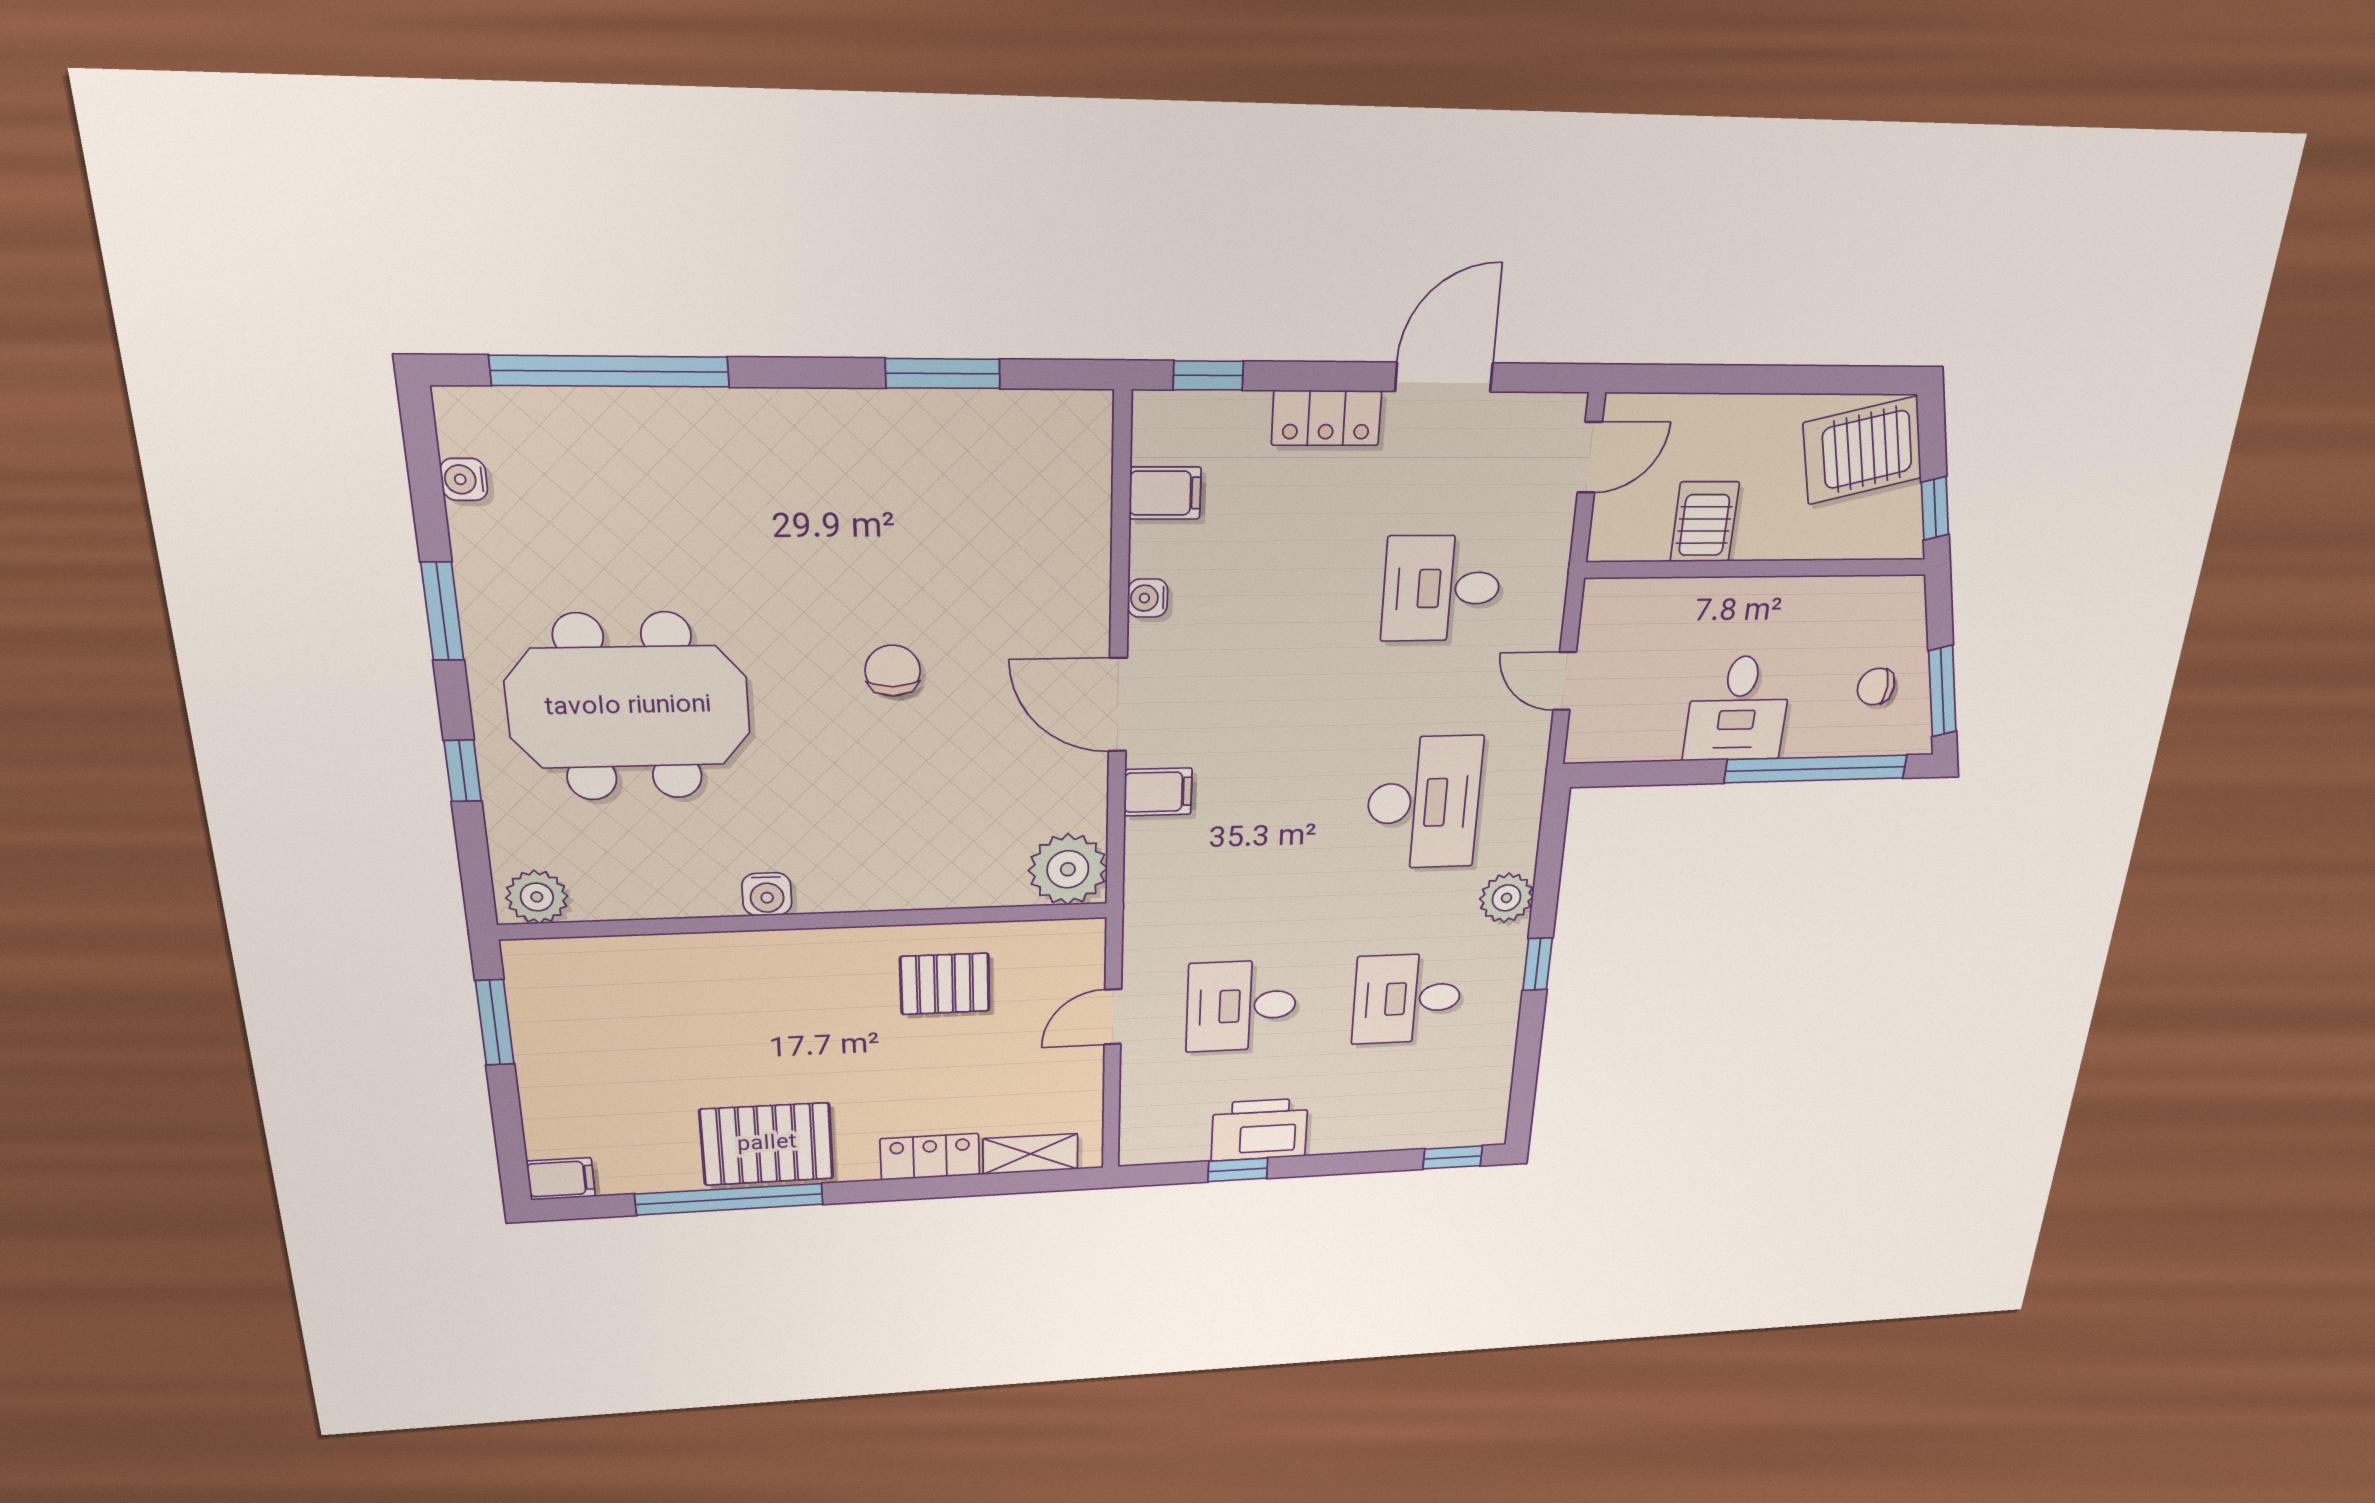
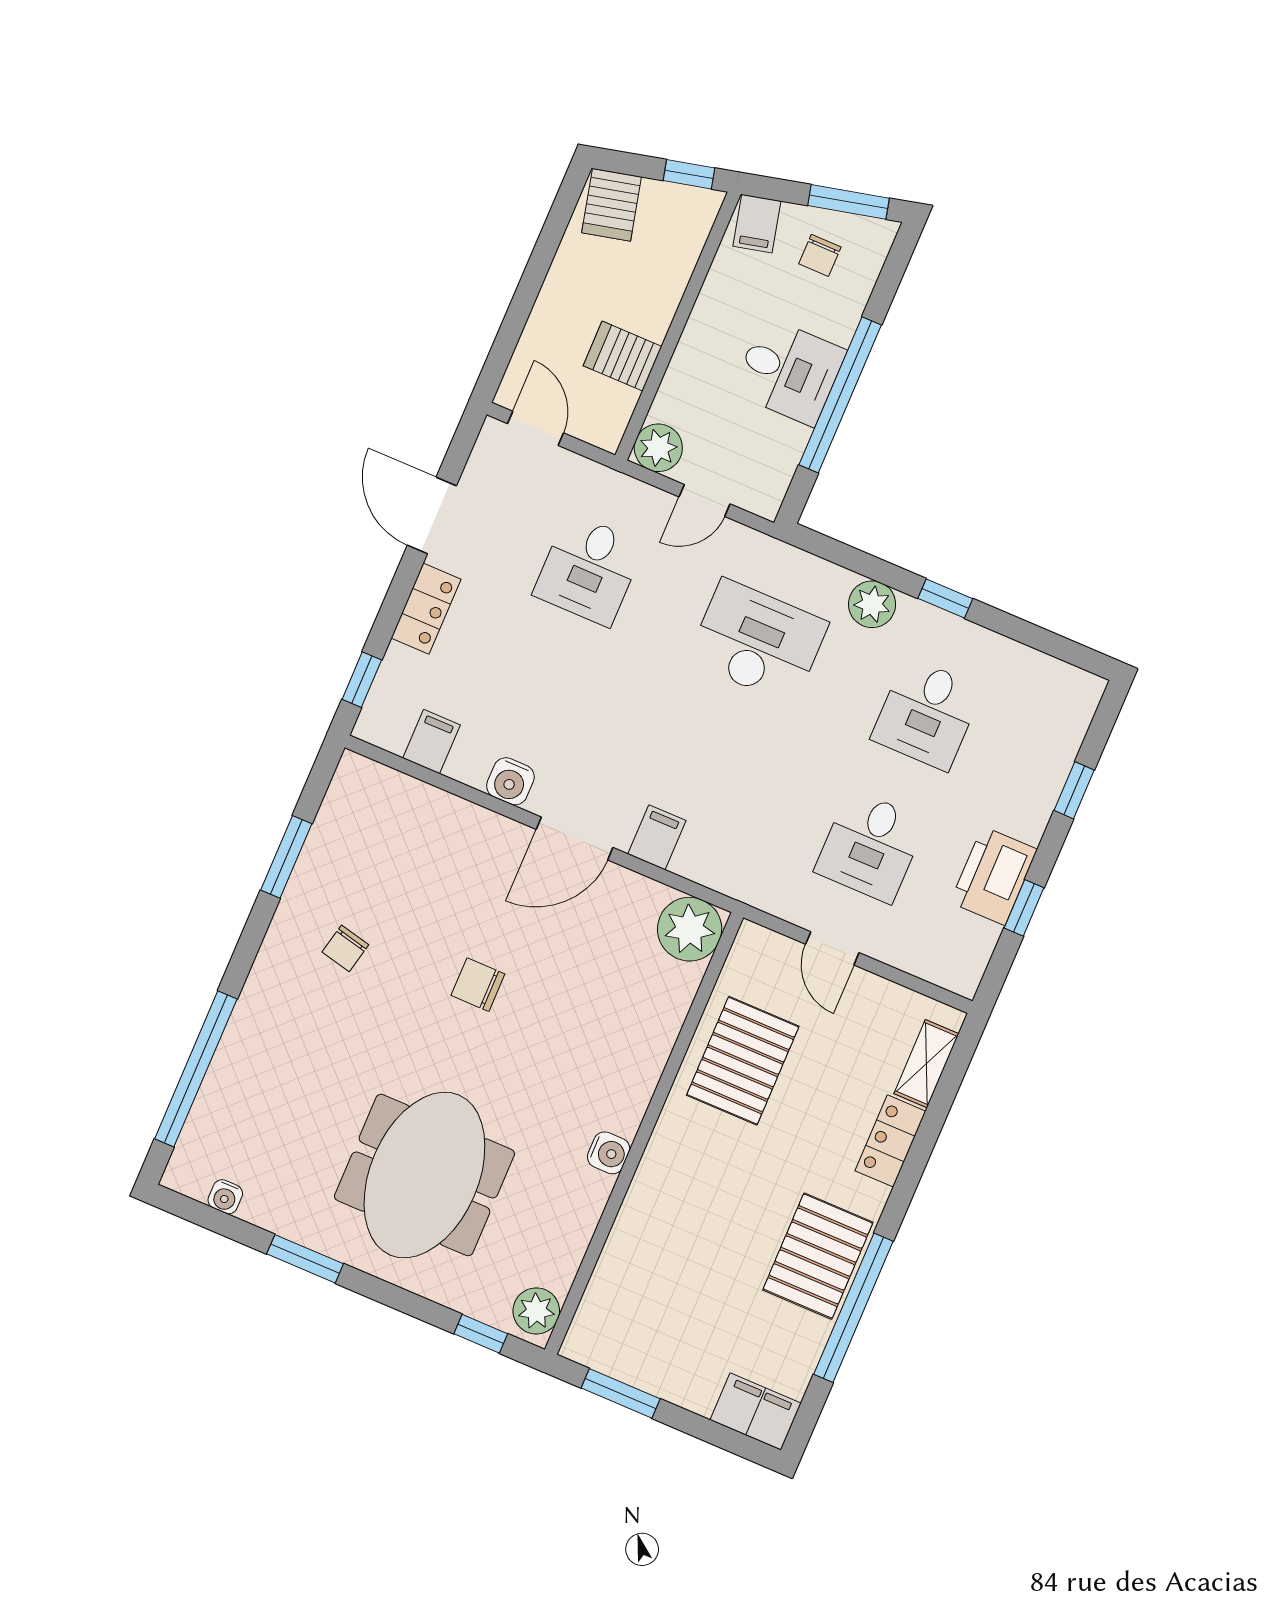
server rack: (1862, 451) -> (612, 205), width x0.73, depth x0.70
chair: (861, 496) -> (345, 948), added
water cooler: (1148, 598) -> (510, 781), width x1.38, depth x1.38
plant: (1609, 606) -> (658, 448), added
filing cabinet: (1896, 606) -> (757, 224), added
window: (1816, 769) -> (840, 395), moved
window: (463, 771) -> (481, 1334), moved
pallet: (945, 984) -> (743, 1061), width x1.50, depth x1.42
window: (1453, 1157) -> (1074, 790), moved
filing cabinet: (561, 1179) -> (756, 1412), width x2.00

